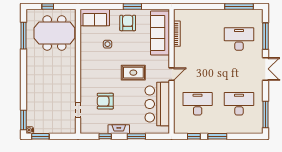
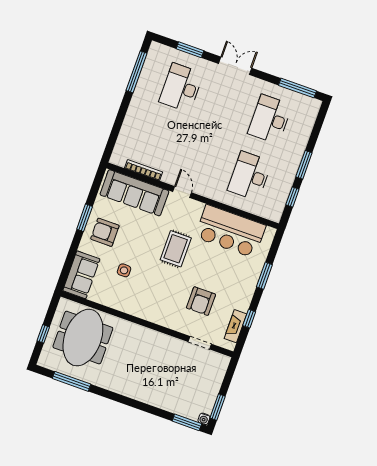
window: (266, 36) -> (190, 50), width x0.69
door: (172, 74) -> (182, 192), moved
fireplace: (119, 129) -> (235, 326), moved

